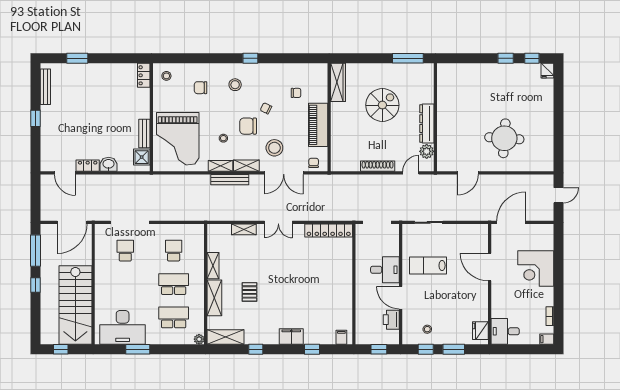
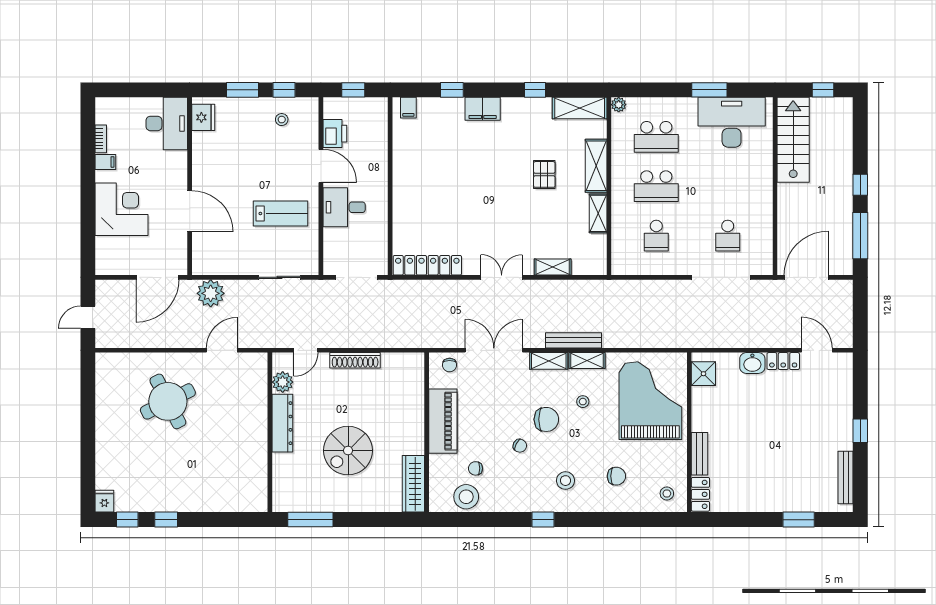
bench: (144, 133) -> (700, 454), moved
round table: (504, 138) -> (168, 401), turned -31
stool: (274, 148) -> (466, 497), moved
plant: (475, 211) -> (211, 293), added
stairs: (75, 305) -> (793, 140), width x0.73, depth x0.66
desk: (505, 331) -> (167, 123), width x1.37
filing cabinet: (547, 339) -> (105, 162), moved

